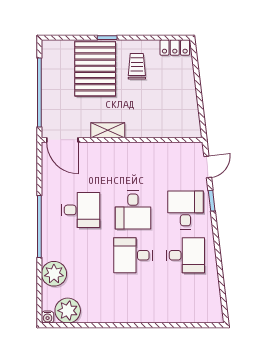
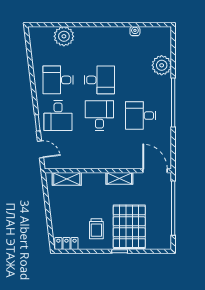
shelving: (174, 130) -> (67, 179), added
door: (208, 167) -> (41, 149), swing flipped
plant: (68, 311) -> (64, 36), moved
water cooler: (48, 317) -> (135, 31), moved

